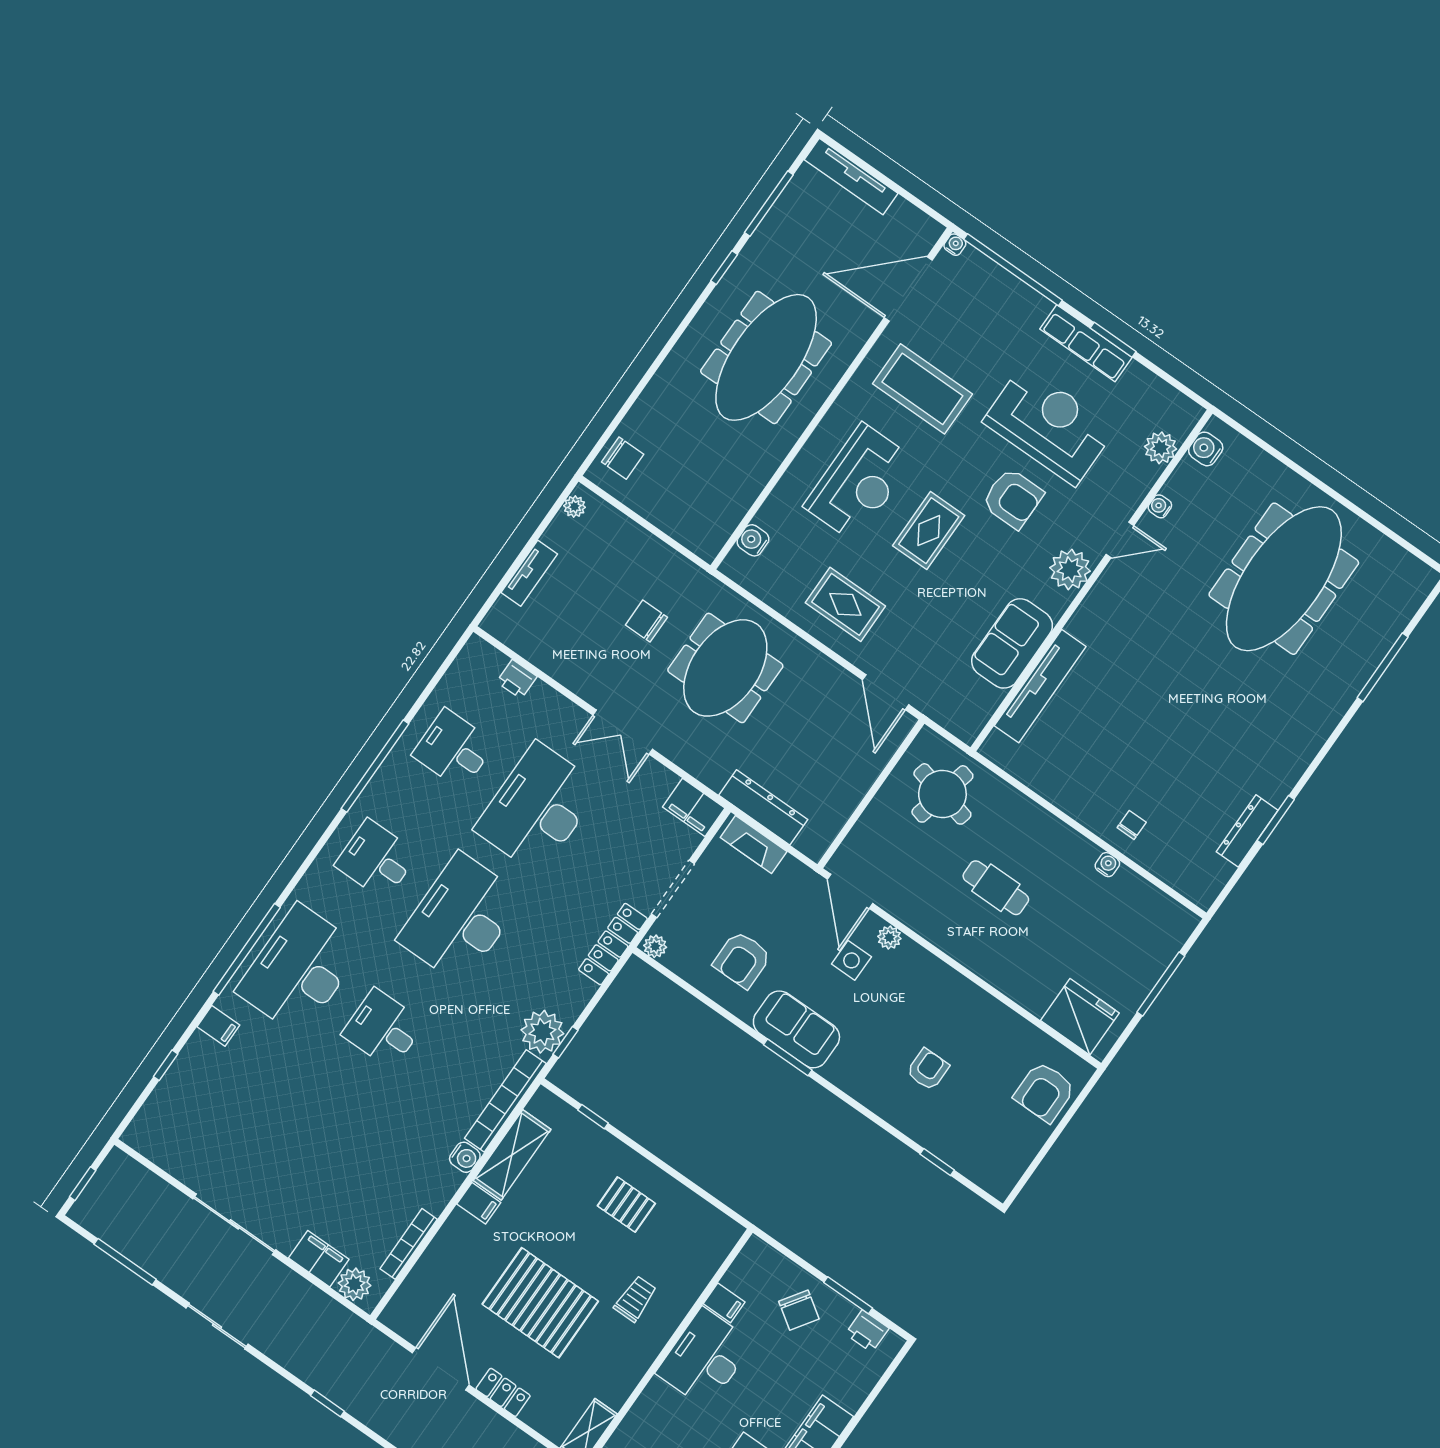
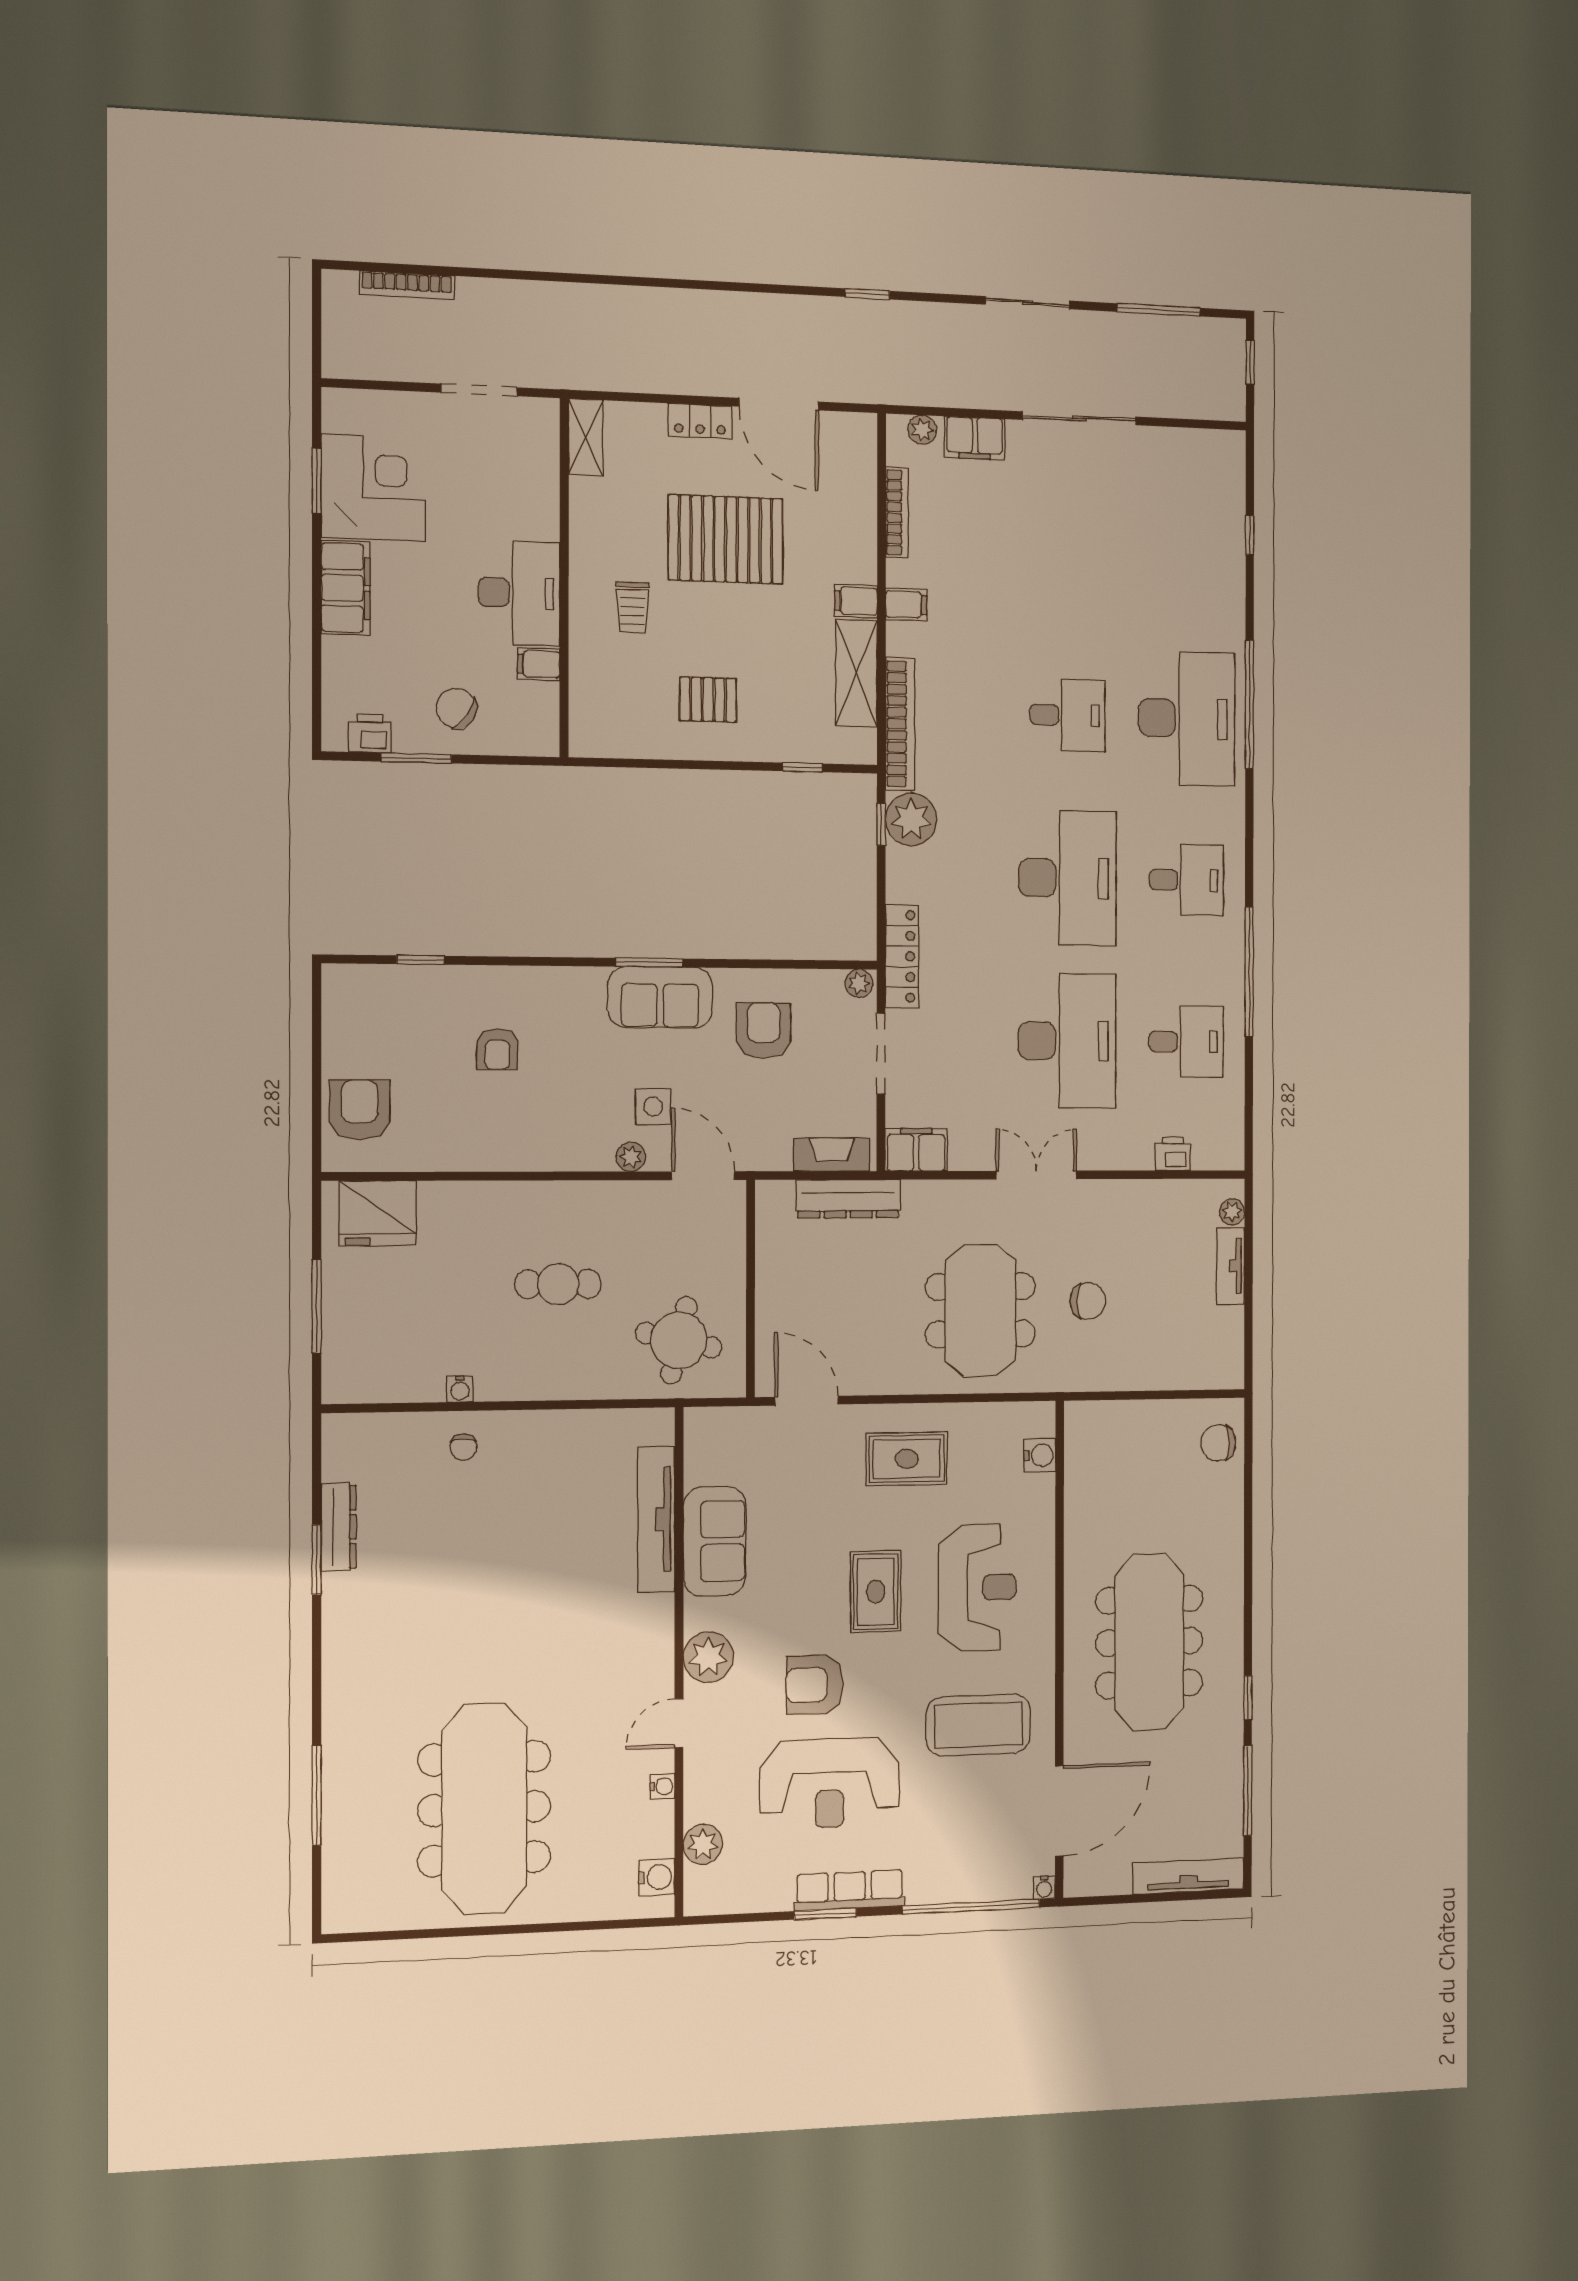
reception desk: (858, 482) -> (977, 1588), turned 180
plant: (575, 507) -> (1232, 1212), moved
filing cabinet: (218, 1026) -> (906, 605), moved, turned 180
water cooler: (465, 1157) -> (901, 639), removed
plant: (355, 1284) -> (922, 430), width x0.73, depth x0.73

